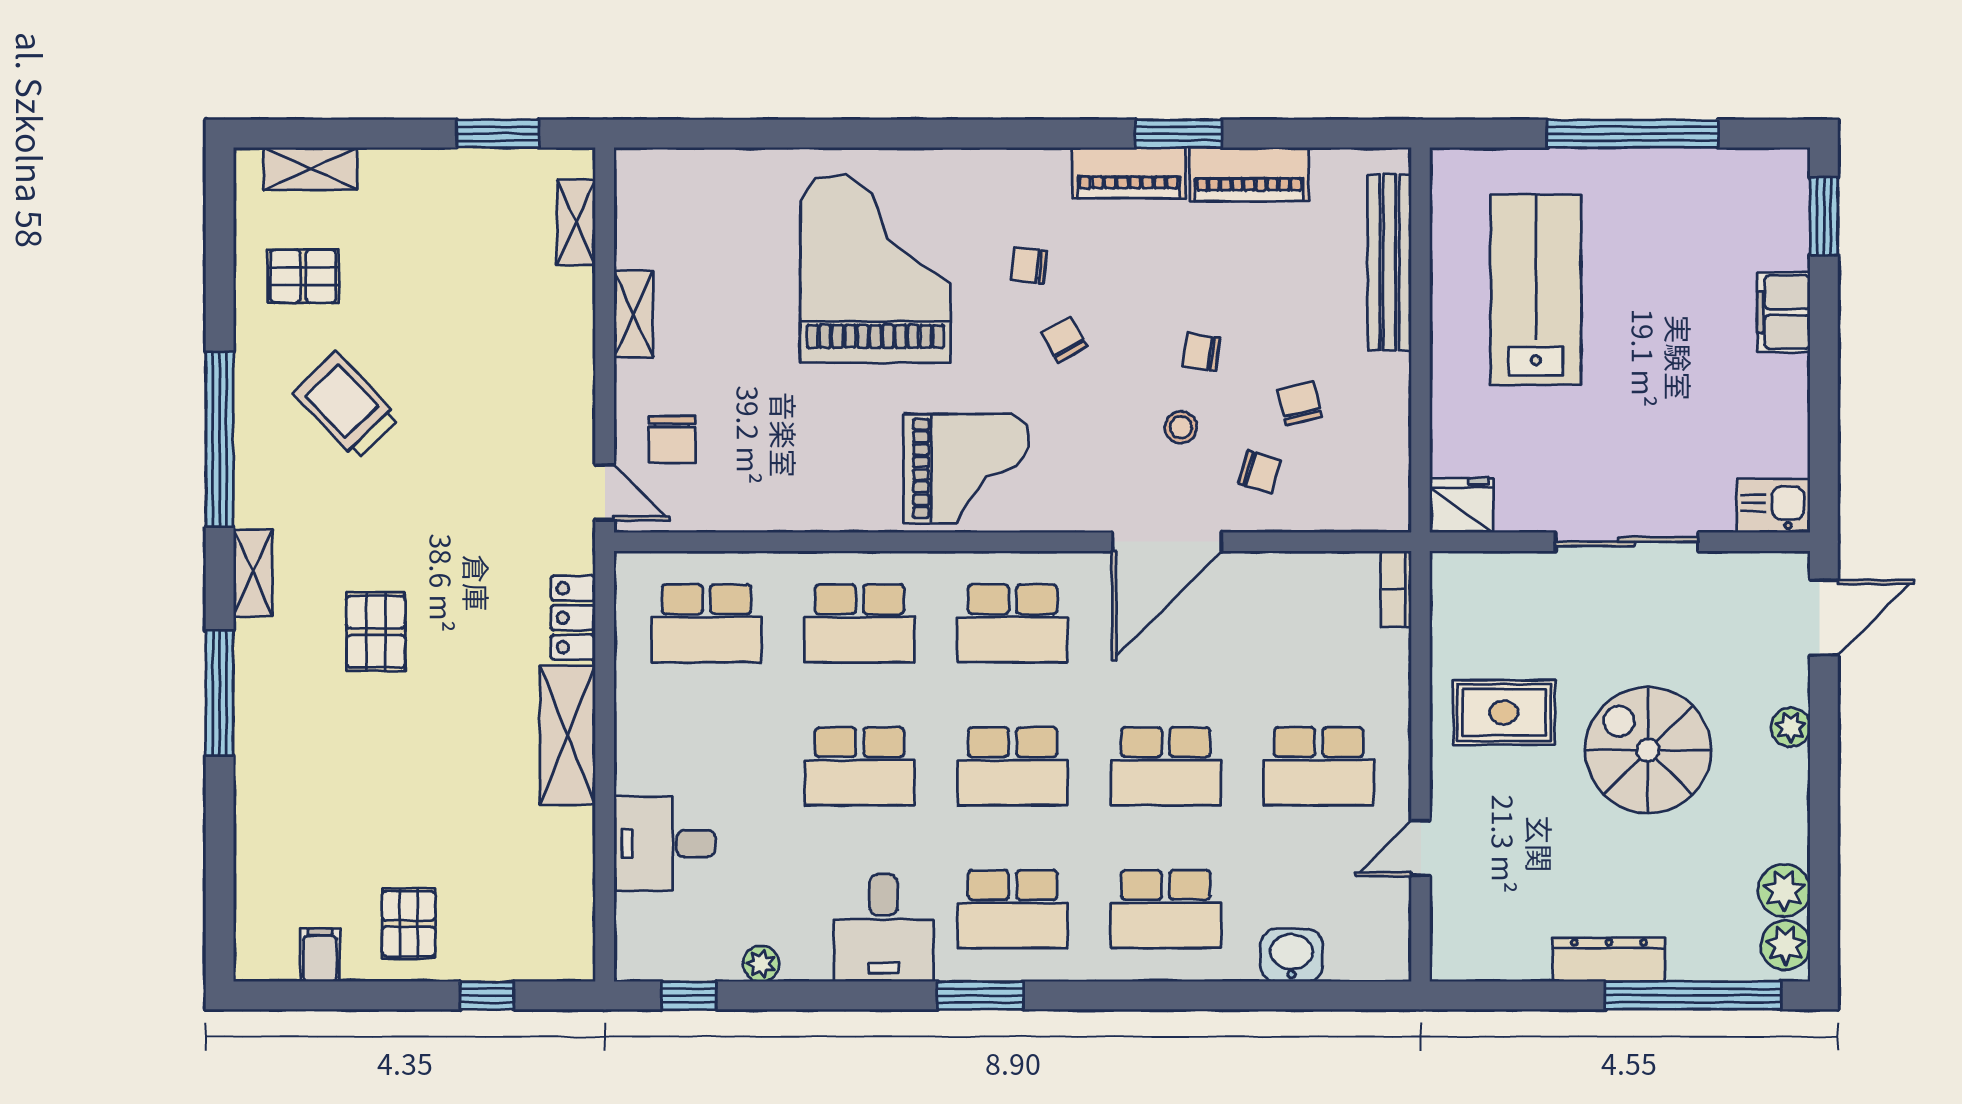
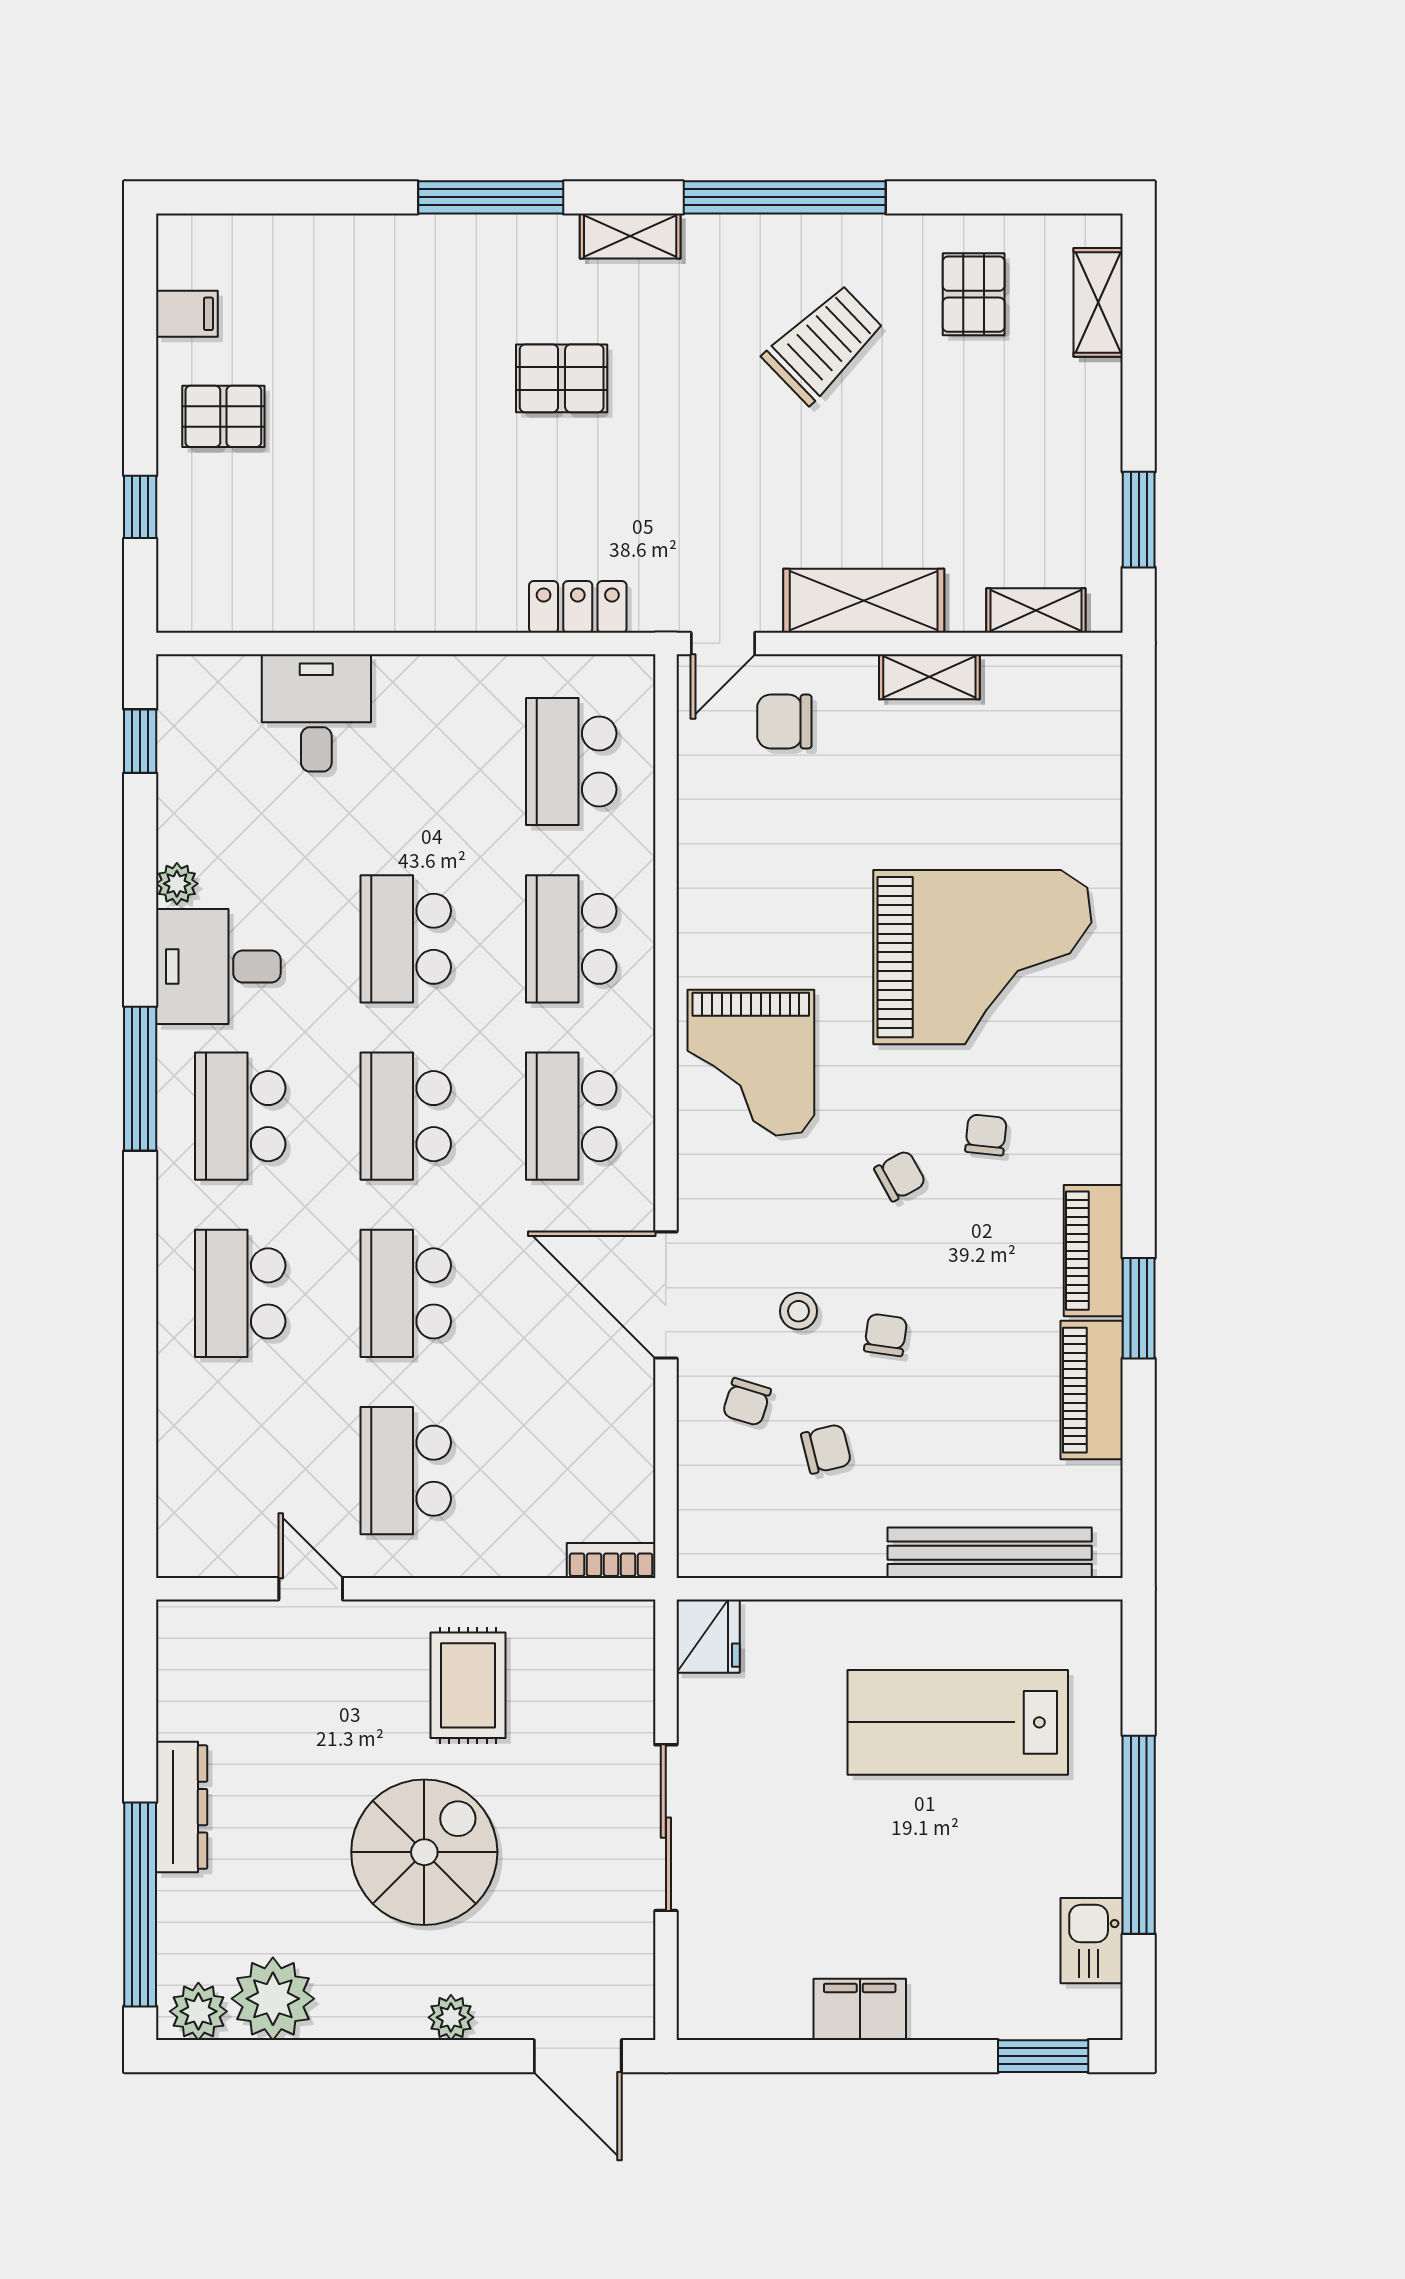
lab bench: (1536, 290) -> (958, 1722), turned 180
filing cabinet: (1784, 312) -> (860, 2009), moved
kitchen sink: (1773, 506) -> (1092, 1941), moved, turned 180
shelving: (568, 735) -> (864, 601), moved
plant: (1784, 890) -> (273, 1999), width x1.36, depth x1.36
washbasin: (1291, 955) -> (187, 1439), removed
plant: (761, 964) -> (177, 884), moved
window: (980, 995) -> (140, 1079), width x1.44

